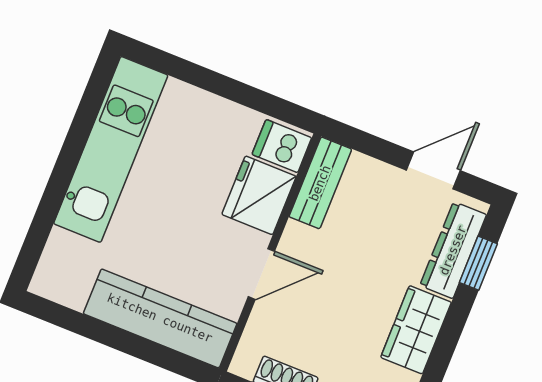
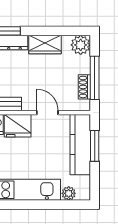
plant: (61, 249) -> (69, 193), added
window: (144, 350) -> (95, 146), added

